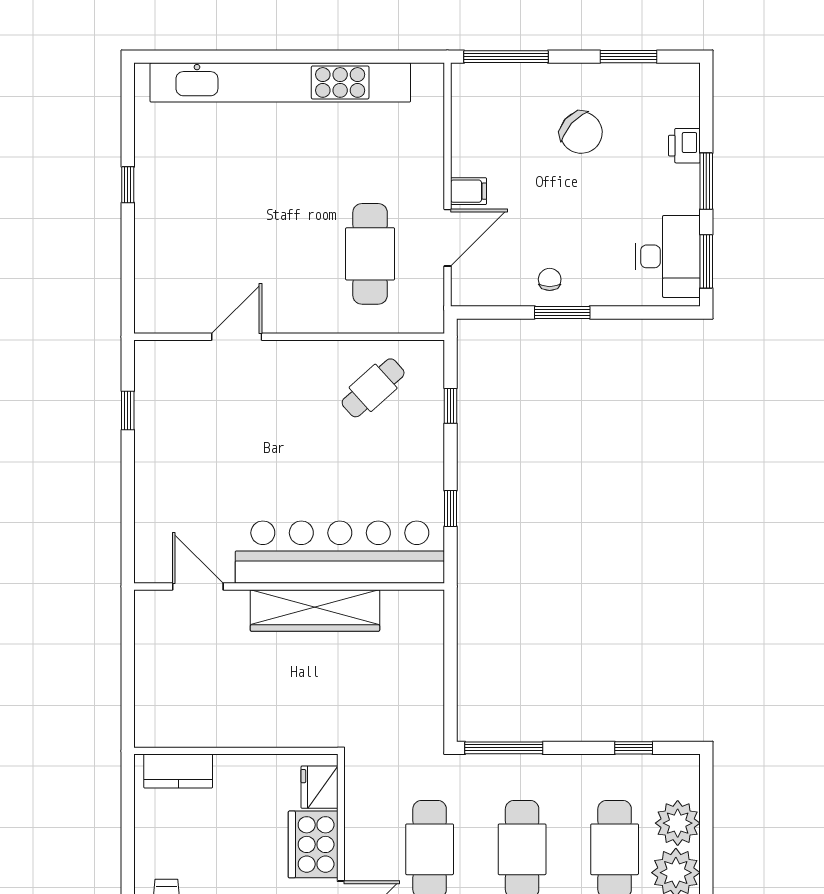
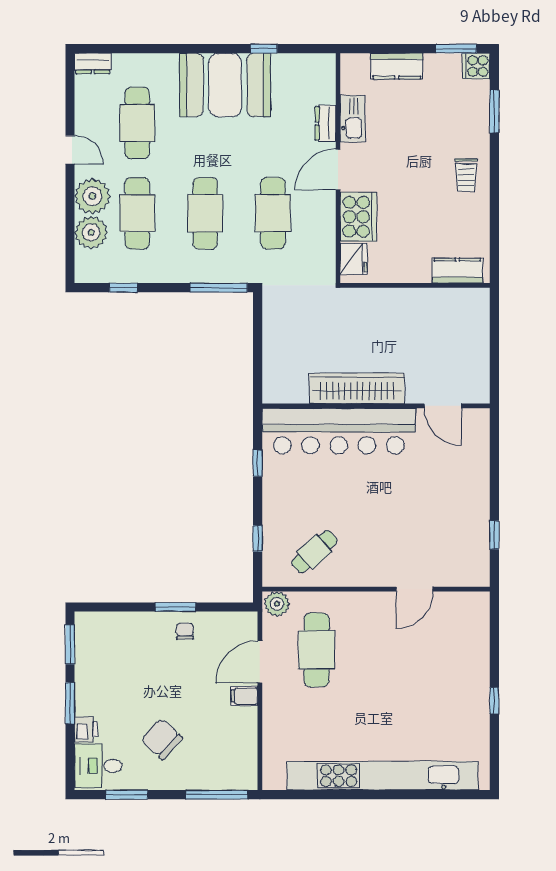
desk: (668, 256) -> (98, 766), moved, width x0.73
chair: (550, 279) -> (185, 631), turned 180
plant: (424, 317) -> (277, 604), added

